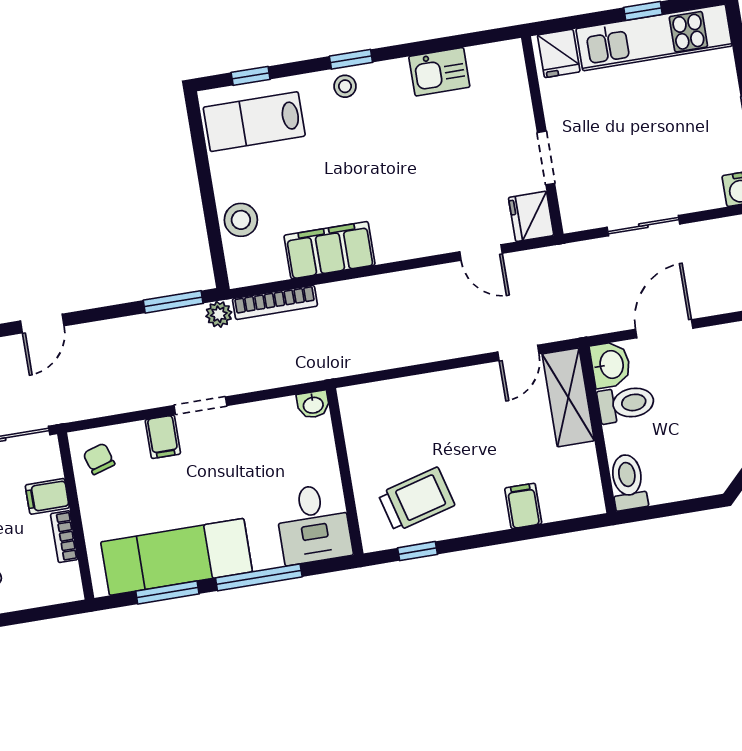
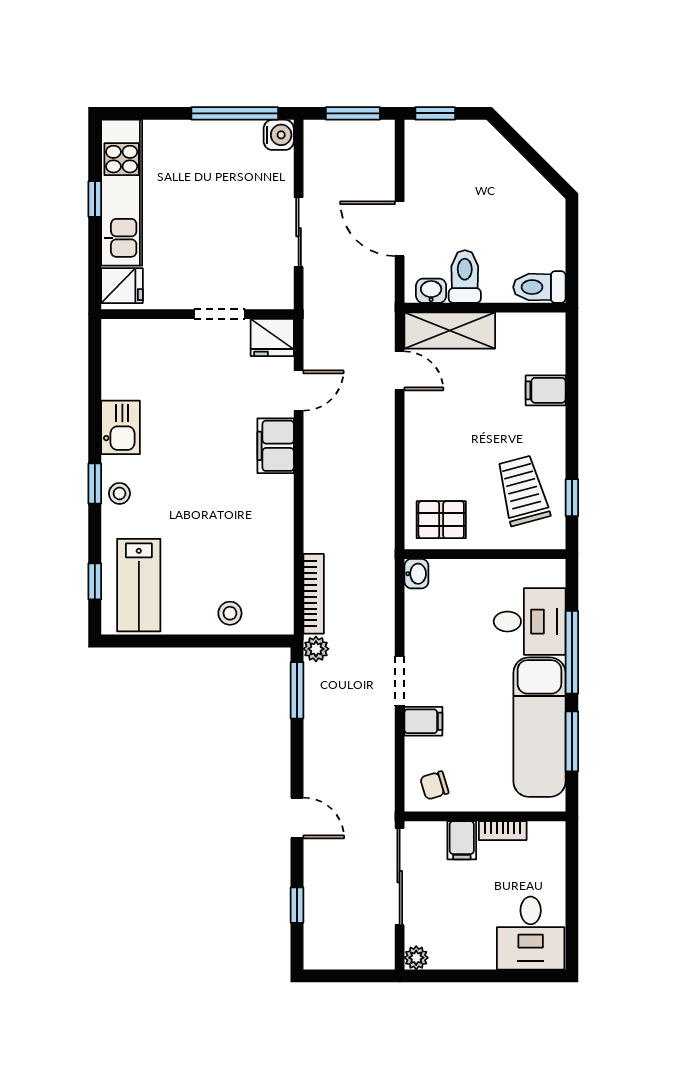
kitchen sink: (439, 72) -> (121, 427), moved
stool: (241, 220) -> (230, 613), width x0.73, depth x0.73
filing cabinet: (330, 250) -> (276, 446), moved, width x0.67, depth x0.86
washbasin: (611, 365) -> (431, 291), width x0.72, depth x0.69
pallet: (373, 421) -> (441, 520), added
desk: (313, 524) -> (530, 622), moved

